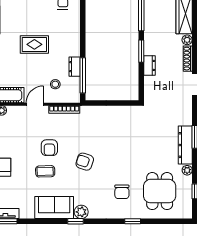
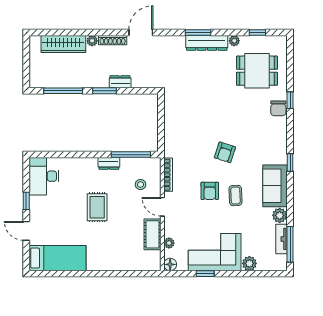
dresser: (75, 67) -> (109, 163), moved
armchair: (49, 148) -> (210, 191), turned 90
chair: (122, 192) -> (278, 108), moved, turned 90
plant: (81, 212) -> (280, 215), moved

